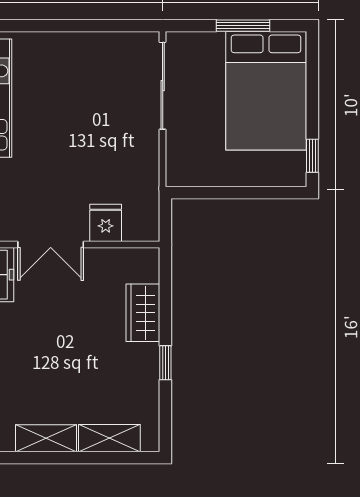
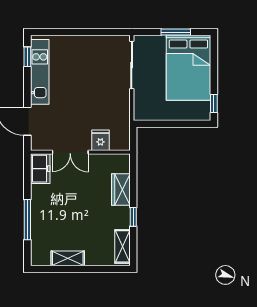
shelving: (109, 438) -> (123, 246), moved, turned 90

